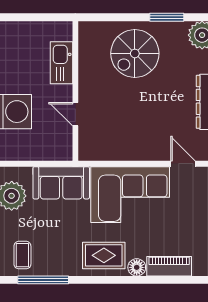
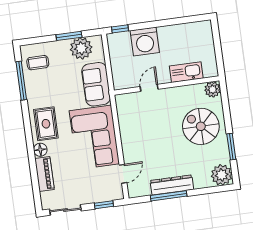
plant: (89, 32) -> (213, 89), added

